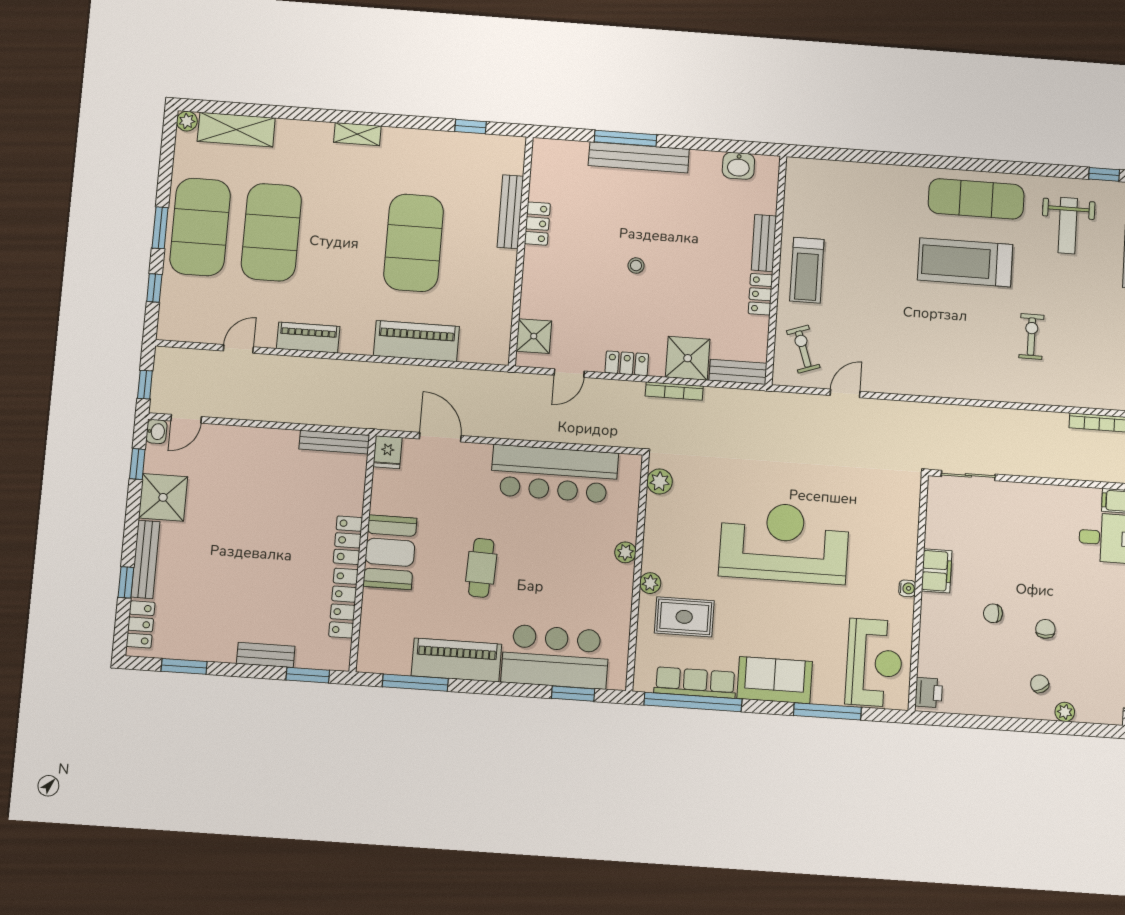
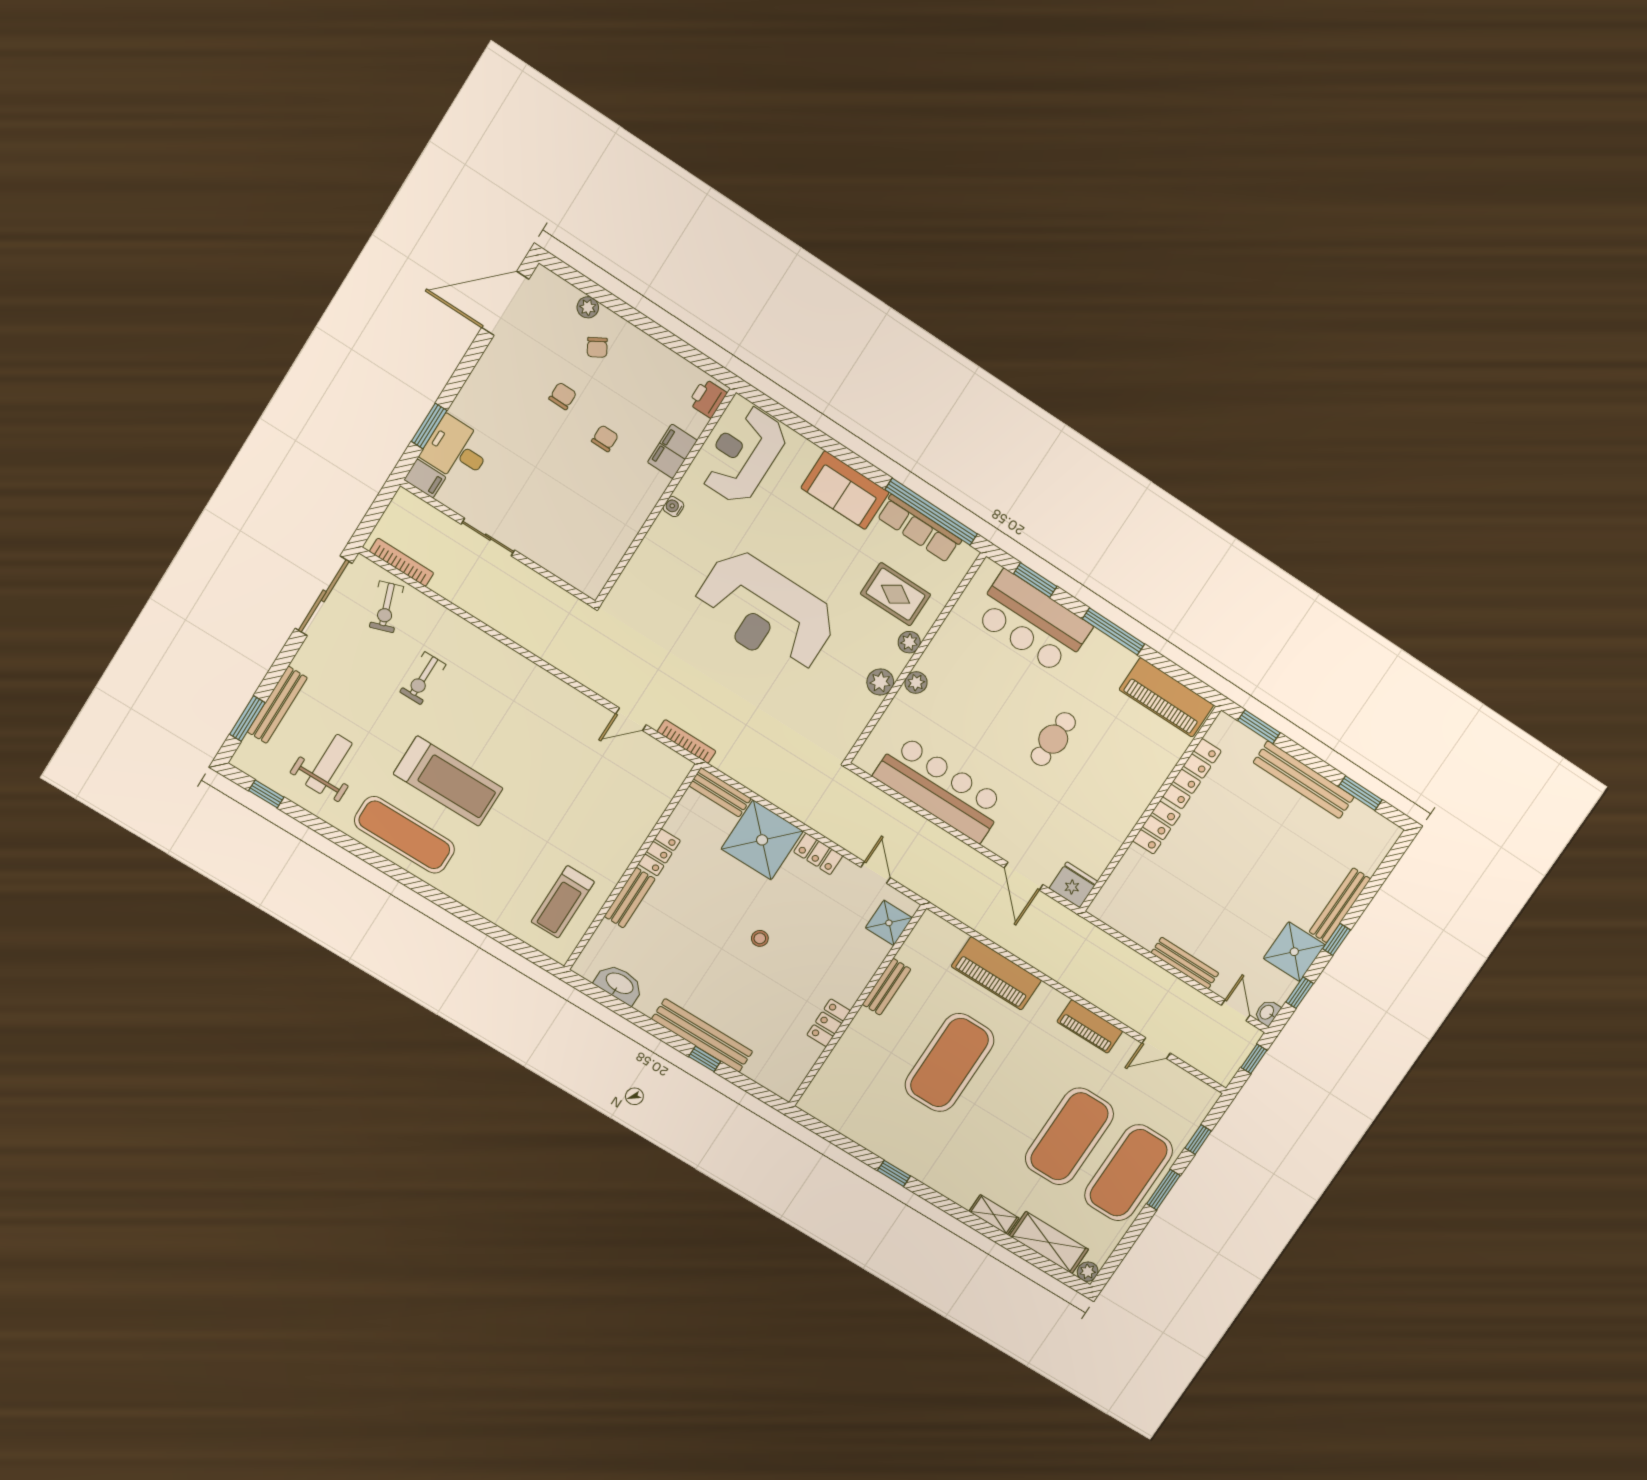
window: (470, 127) -> (894, 1173), moved
shelving: (357, 134) -> (994, 1215), moved
window: (625, 138) -> (705, 1059), width x0.46
washbasin: (738, 166) -> (619, 984), width x1.38
bench: (510, 212) -> (887, 987), moved, width x0.73
treadmill: (807, 270) -> (563, 902), moved, turned 180
exercise bike: (803, 349) -> (386, 607), moved
shower: (688, 358) -> (762, 840), width x1.37, depth x1.37
door: (569, 373) -> (876, 873), hinge flipped
bookcase: (674, 391) -> (687, 741), moved
door: (186, 419) -> (1236, 1010), hinge flipped
bench: (334, 442) -> (1185, 963), moved
fridge: (387, 452) -> (1073, 885), width x1.38
sliding door: (968, 475) -> (488, 537), moved
plant: (660, 481) -> (880, 682), moved
booth: (390, 552) -> (1126, 797), removed
filing cabinet: (937, 571) -> (672, 451), moved
window: (126, 582) -> (1336, 939), moved
chair: (993, 613) -> (605, 438), turned -90
locker: (141, 624) -> (1376, 850), removed
chair: (1045, 629) -> (563, 396), turned 180
bench: (266, 655) -> (1304, 780), width x1.86, depth x1.21
piano: (456, 660) -> (1166, 697), moved
window: (415, 683) -> (1114, 631), moved
window: (827, 711) -> (812, 434), removed

